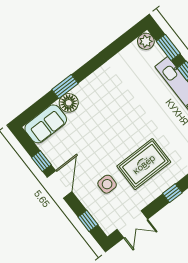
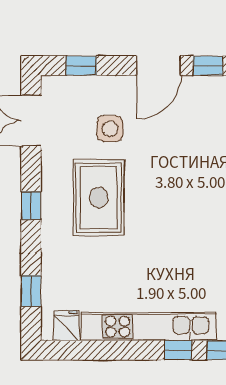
door: (59, 184) -> (159, 66), hinge flipped

